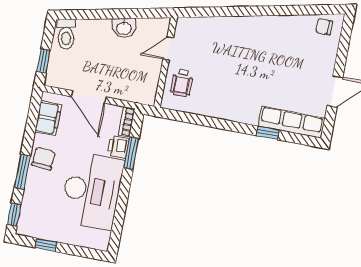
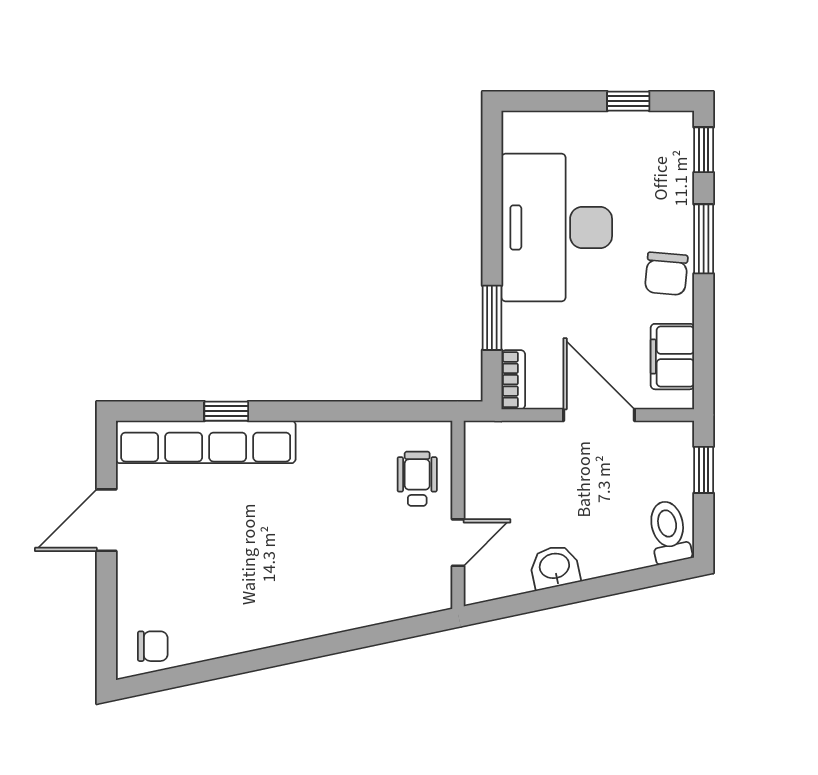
row of seats: (292, 122) -> (206, 442), width x1.36
printer: (118, 147) -> (521, 326), removed

